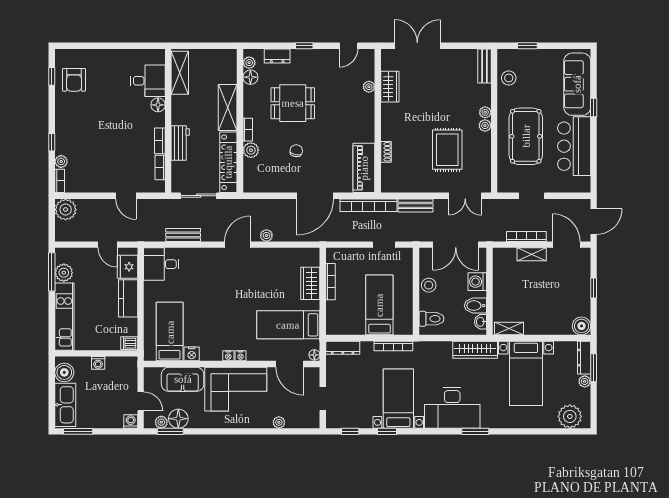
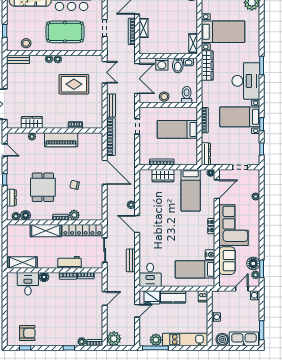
piano: (364, 168) -> (61, 140), moved

